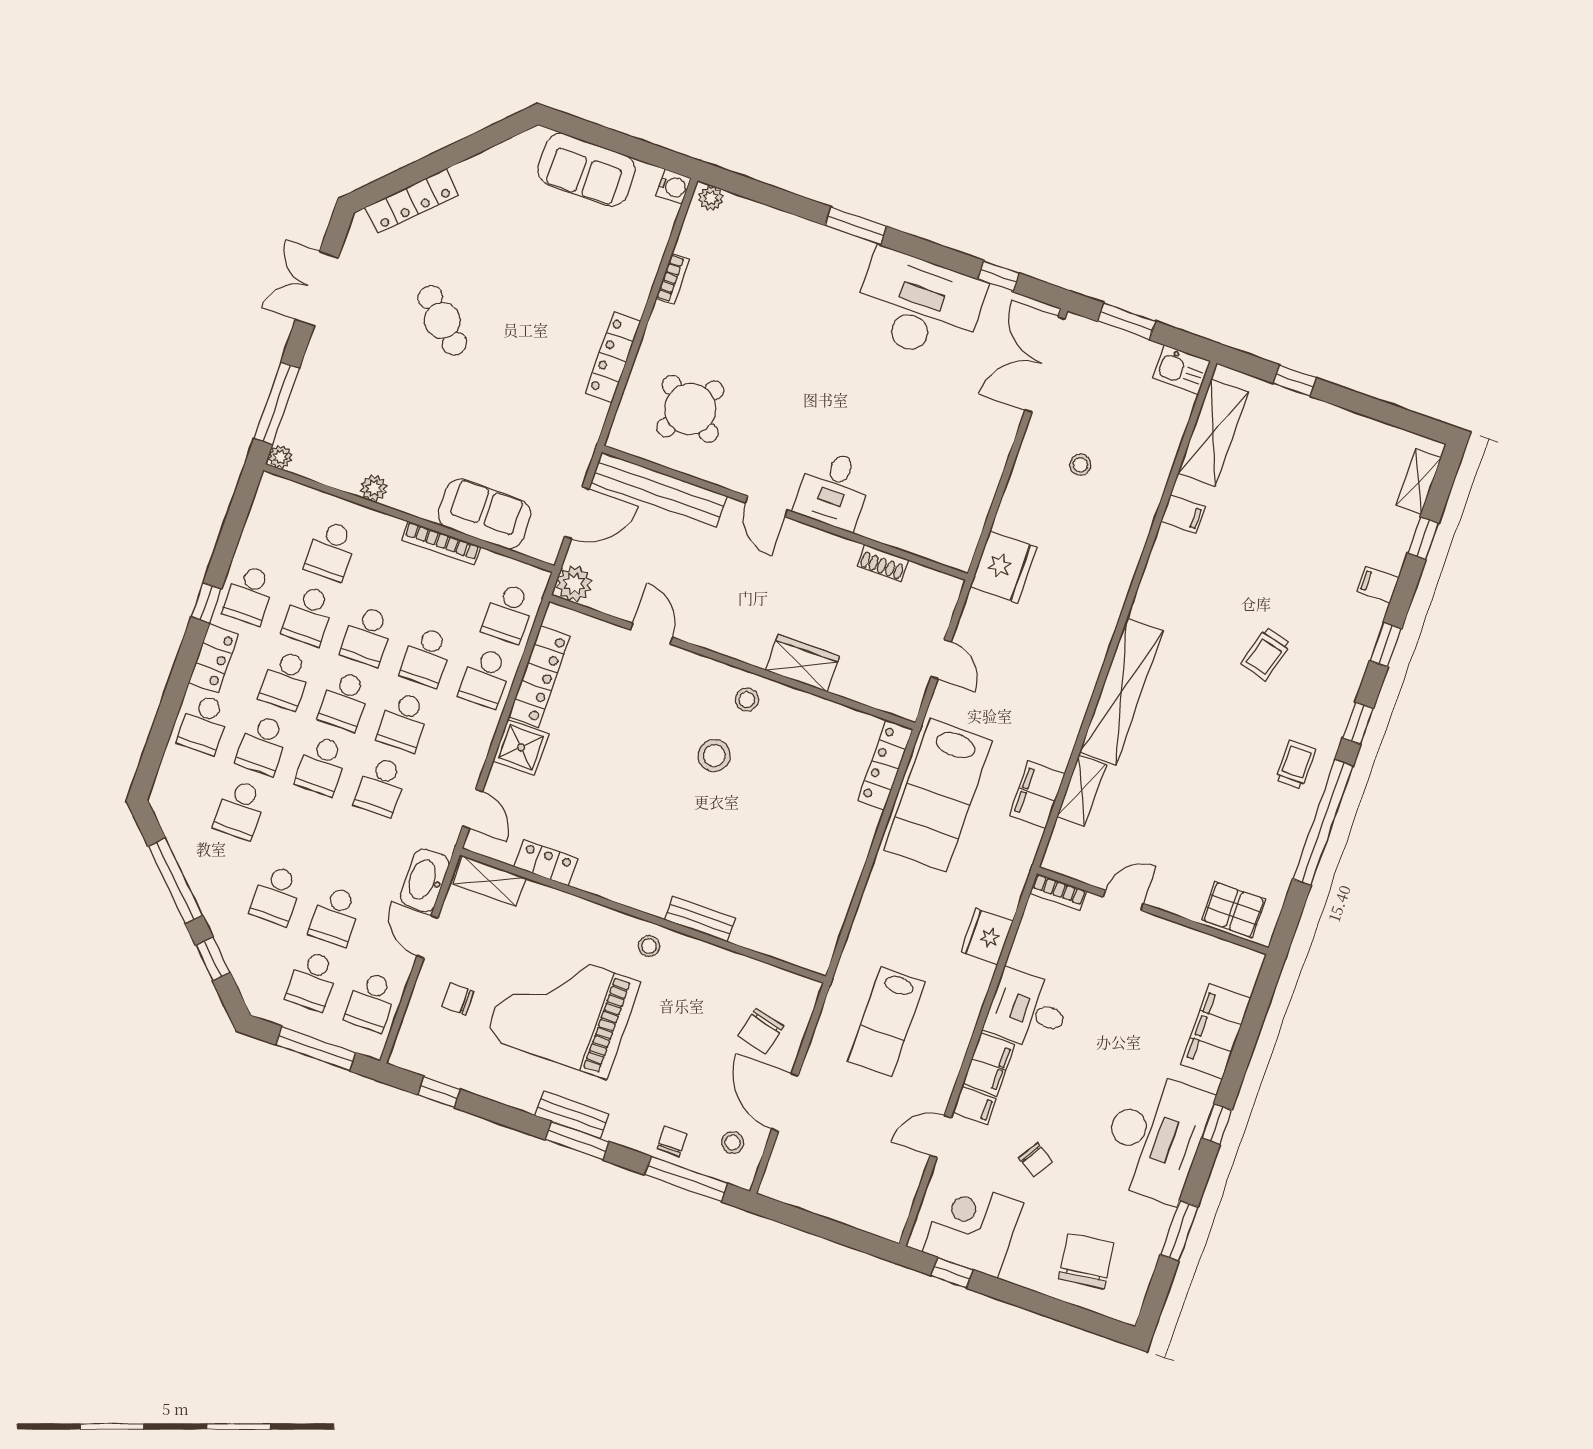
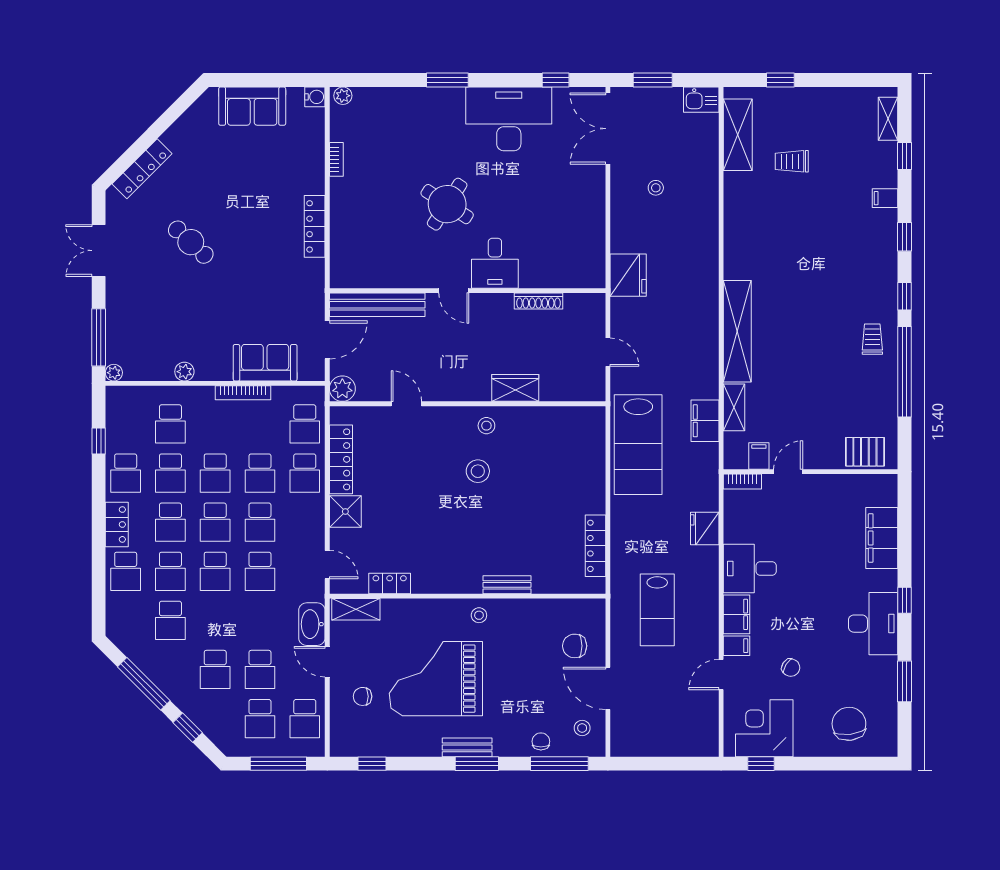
round table: (690, 409) -> (447, 204), moved
filing cabinet: (1183, 514) -> (759, 456), moved, turned -90
shoe rack: (883, 563) -> (538, 301), width x1.43
window: (206, 603) -> (99, 441), moved
trolley: (1266, 654) -> (792, 161), moved, turned 75
locker: (885, 765) -> (595, 546), moved
chair: (761, 1031) -> (575, 646), turned 76
desk: (1155, 1137) -> (873, 624), width x0.73, depth x0.77

